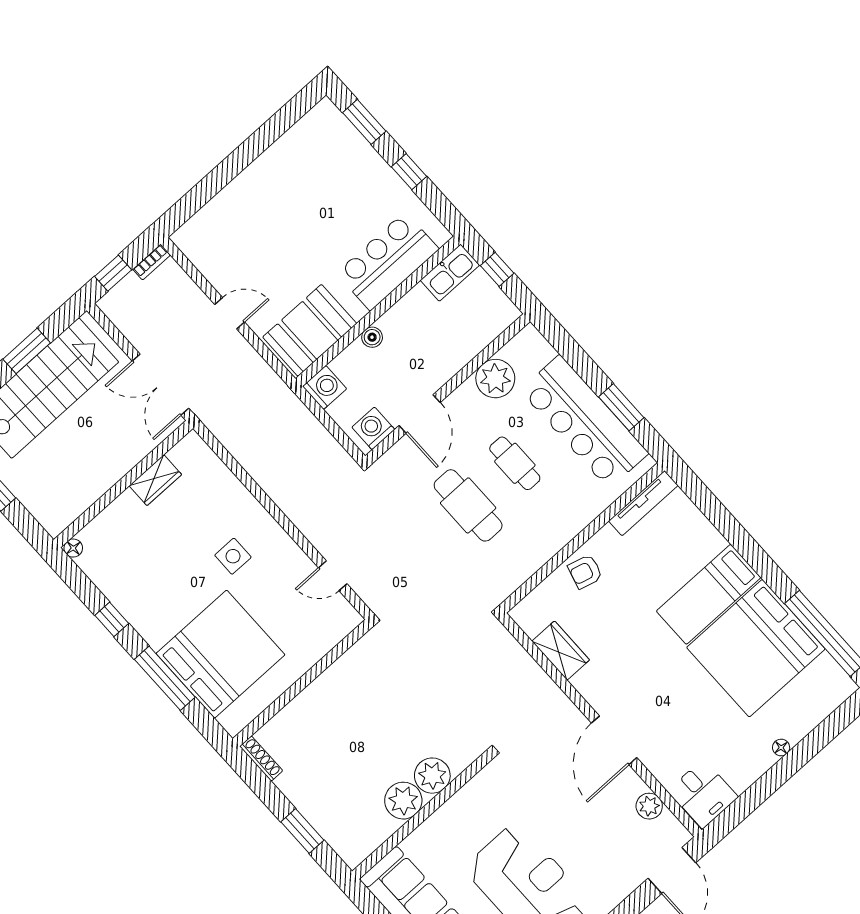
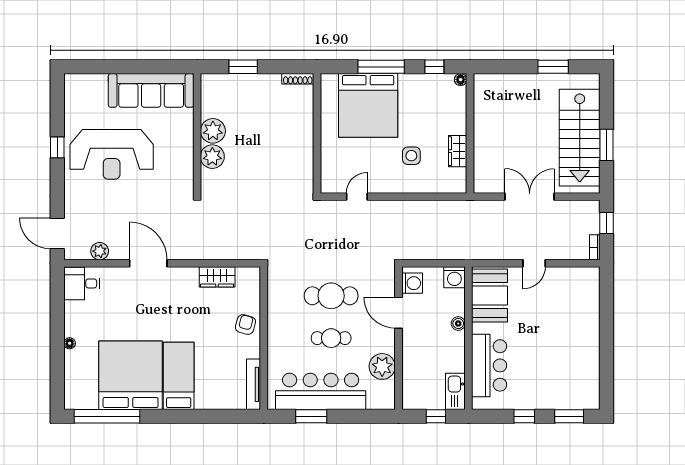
wardrobe: (155, 480) -> (458, 151), moved
wall: (123, 484) -> (470, 133), moved
floor lamp: (73, 548) -> (461, 80), moved

